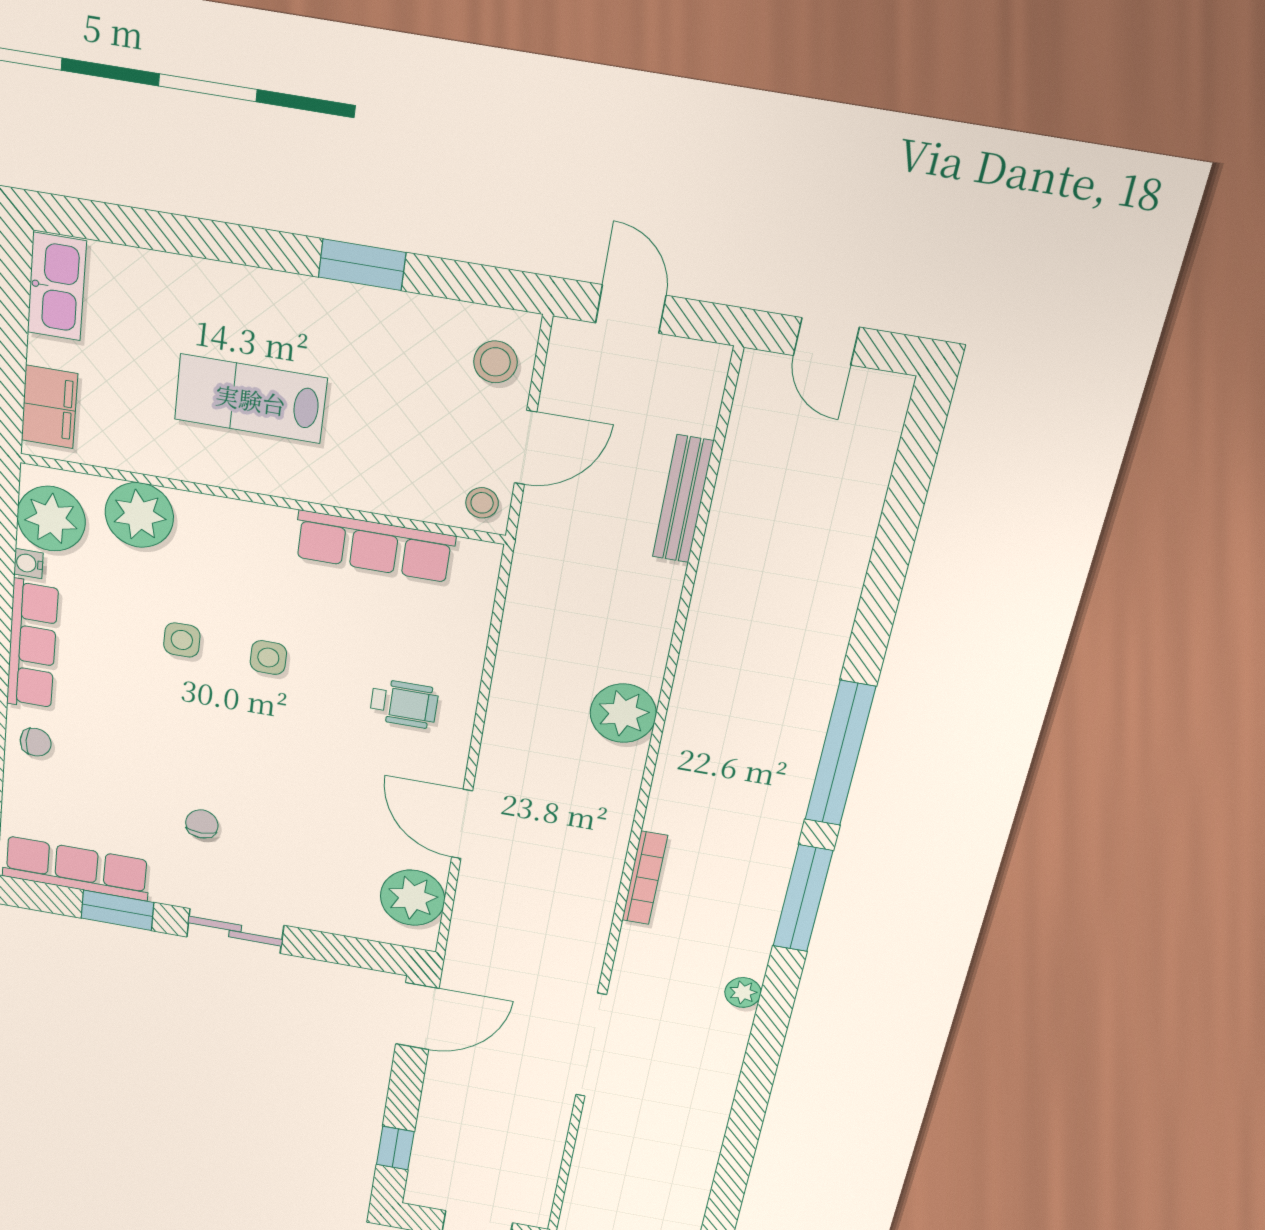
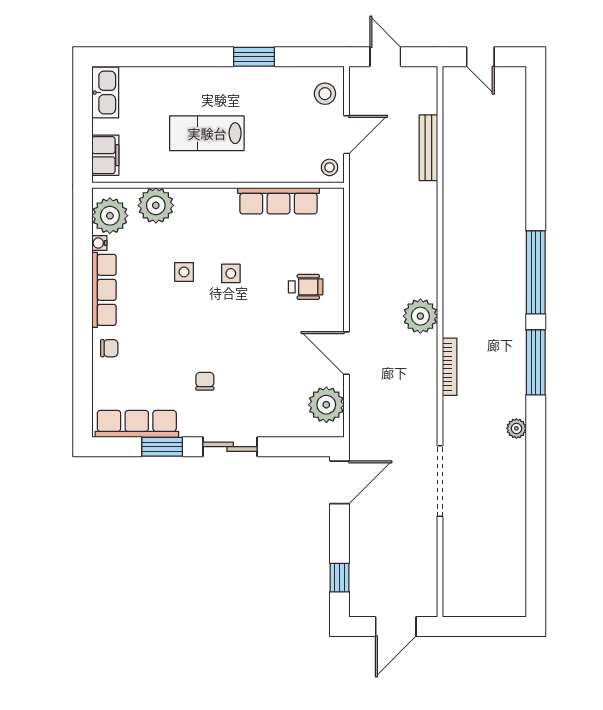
plant: (623, 713) -> (420, 316), moved

